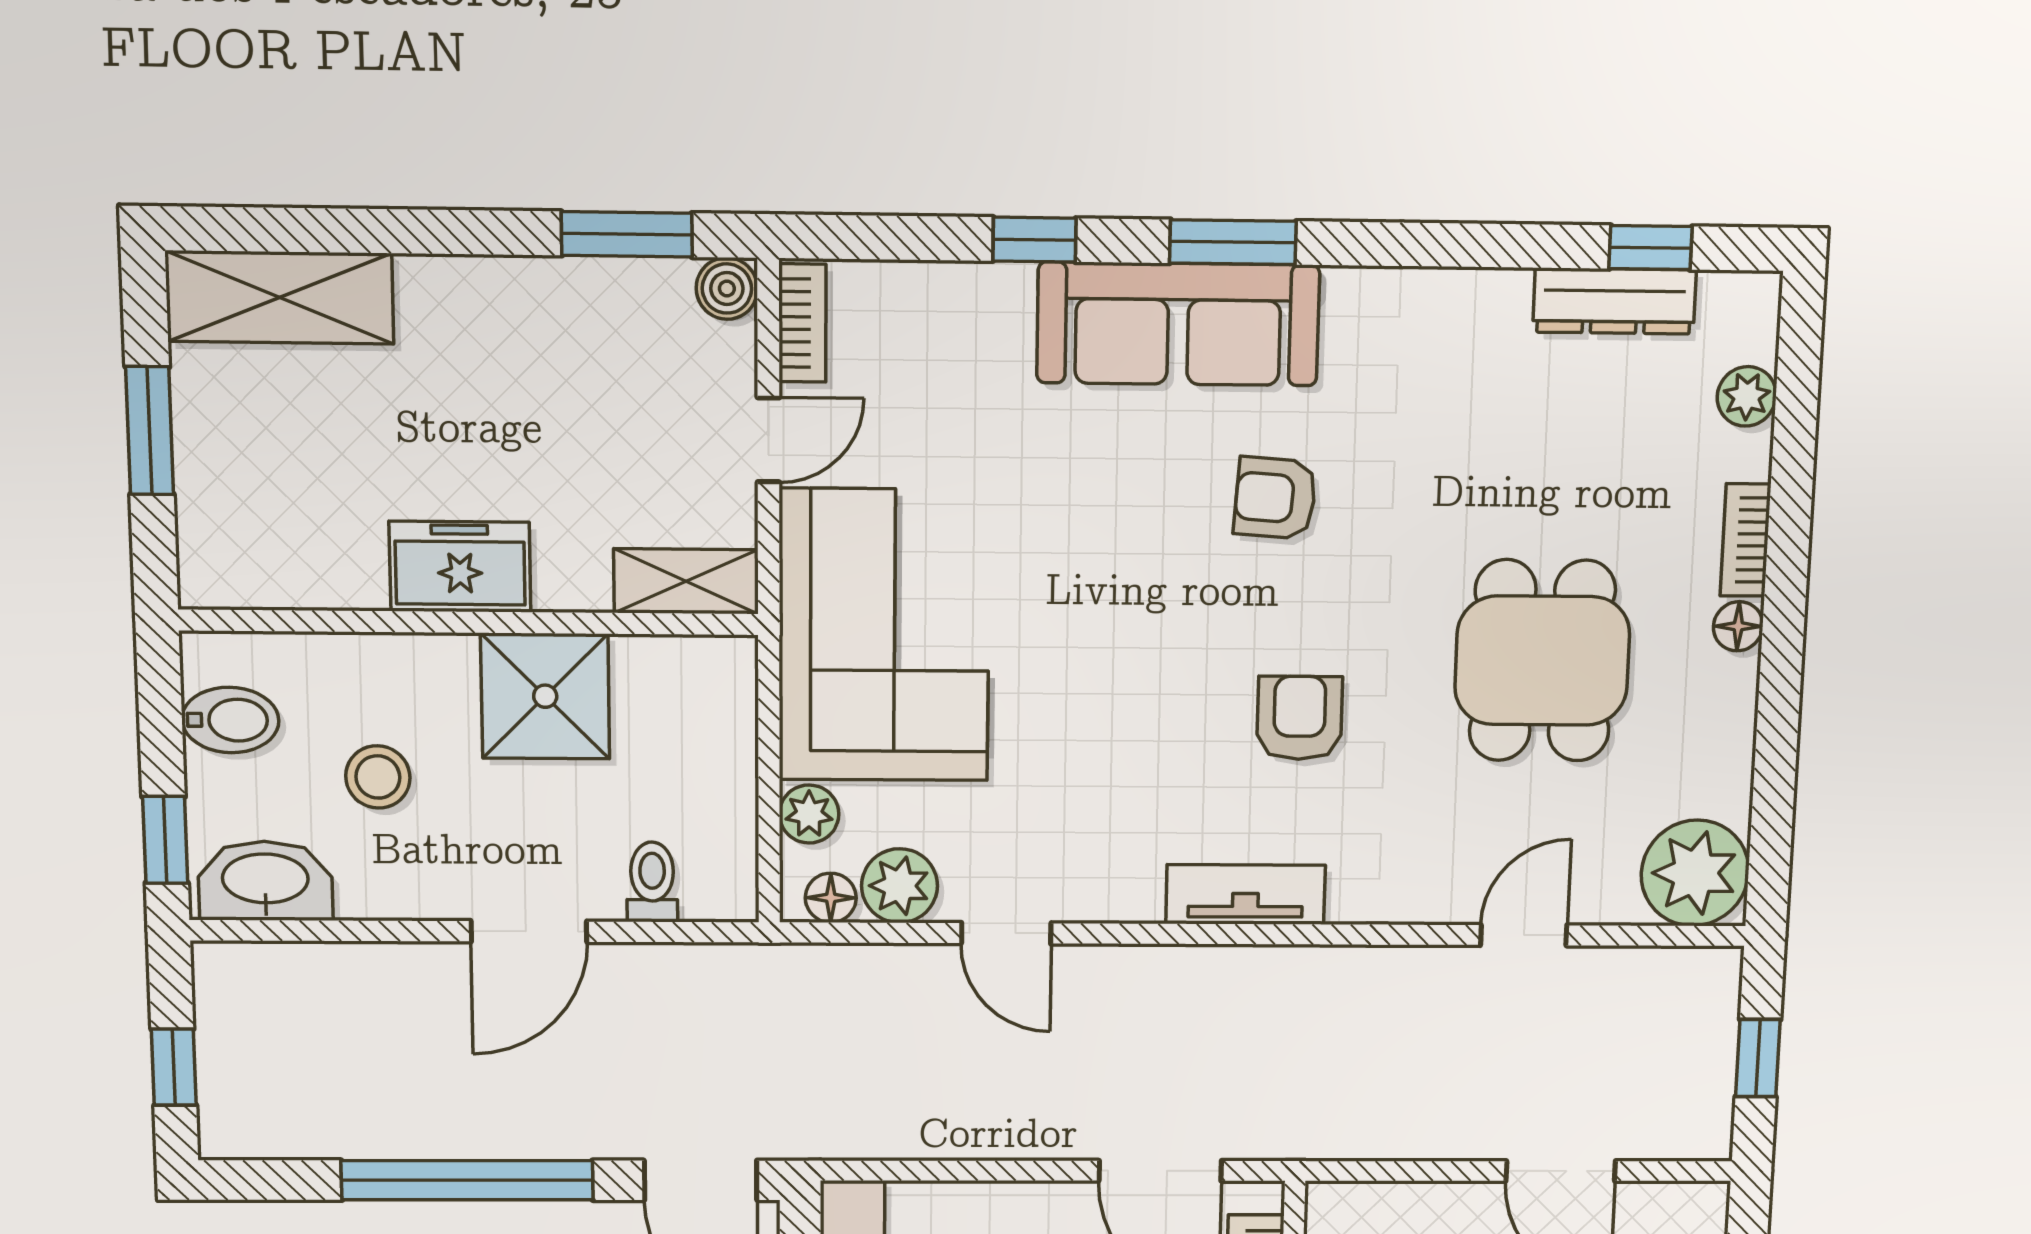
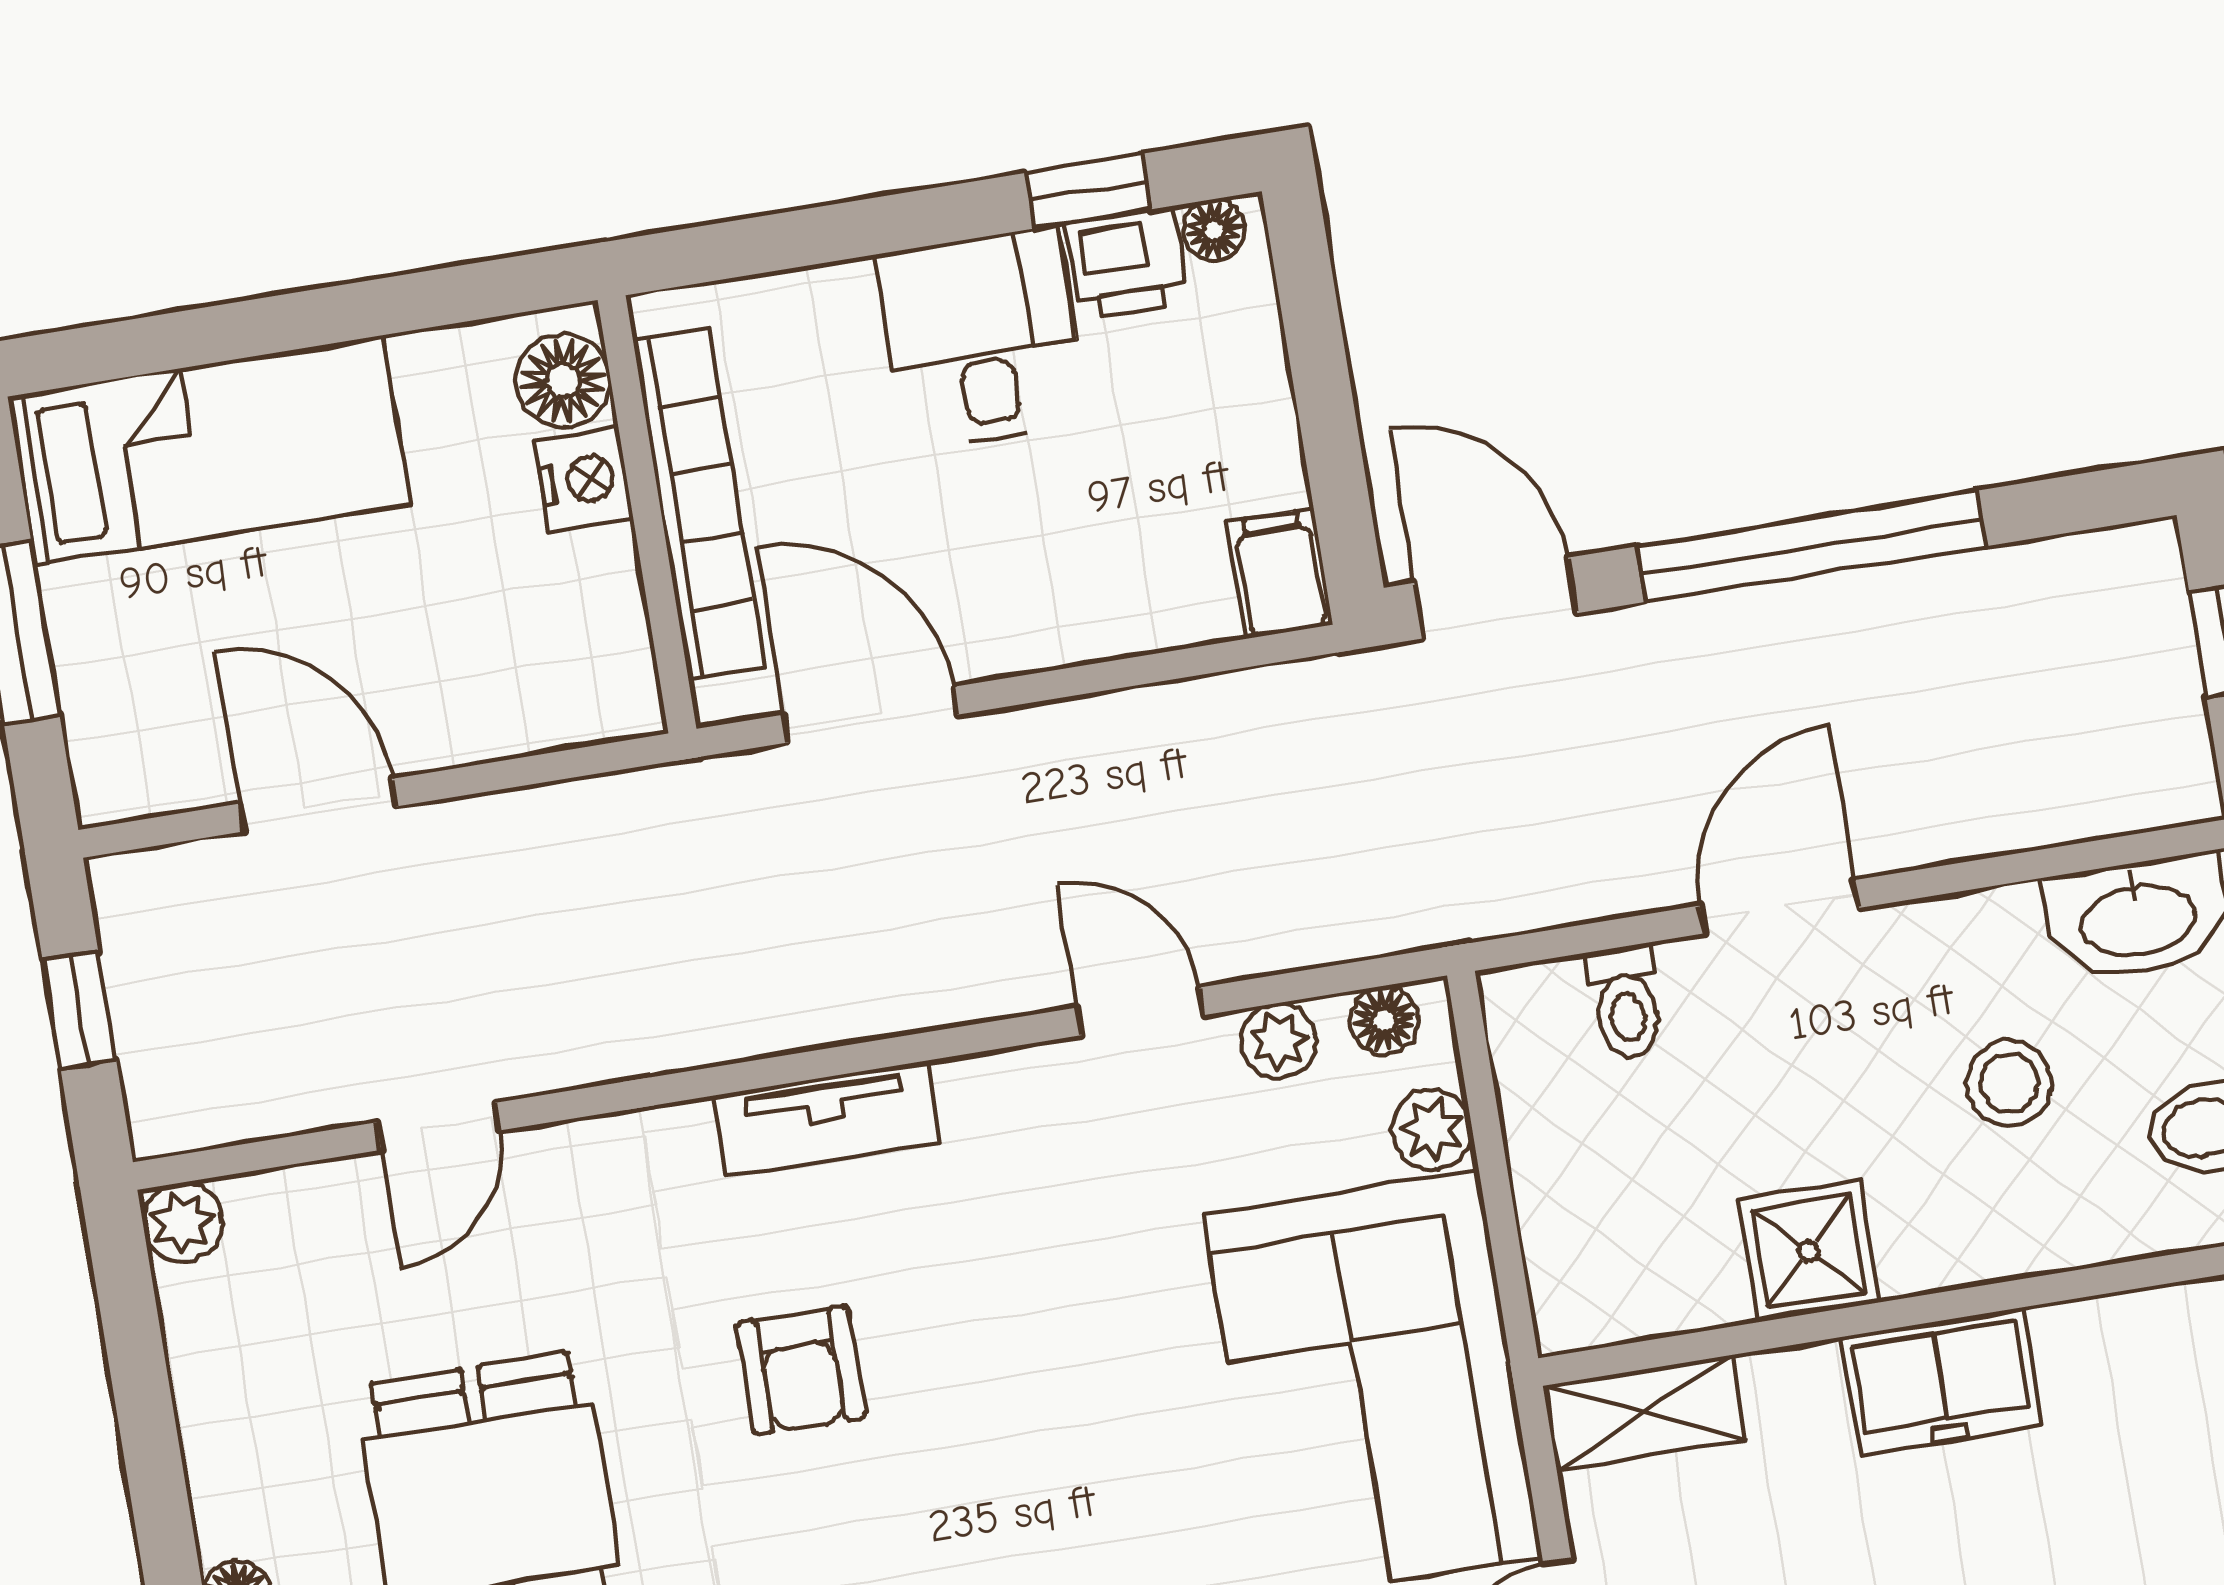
shower: (545, 696) -> (1809, 1251), width x0.73, depth x0.73
plant: (1695, 873) -> (183, 1223), width x0.53, depth x0.53
plant: (900, 886) -> (1279, 1041), width x0.73, depth x0.73

